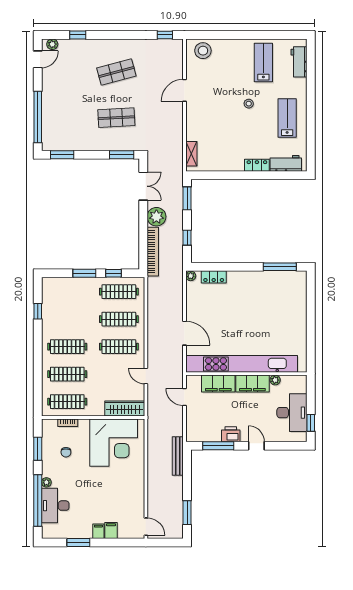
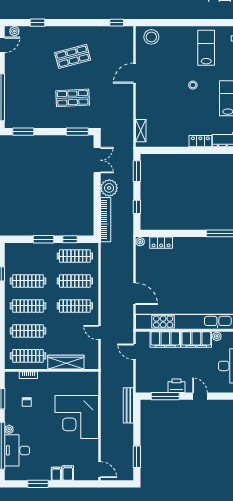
clothes rail: (67, 319) -> (28, 281), added
wardrobe: (125, 408) -> (66, 362), moved
corner desk: (114, 443) -> (77, 417), moved, turned 90

